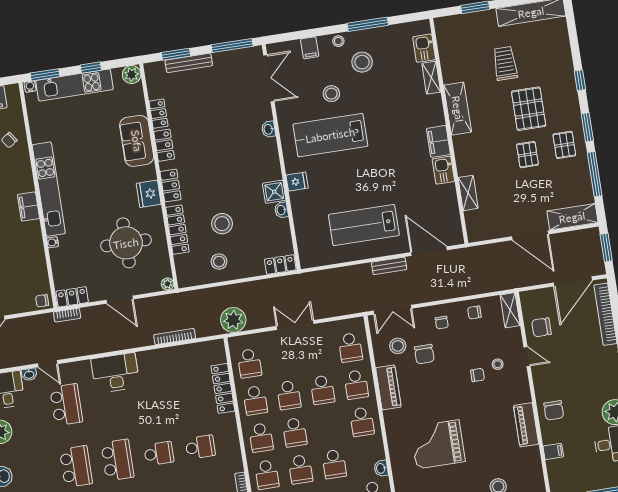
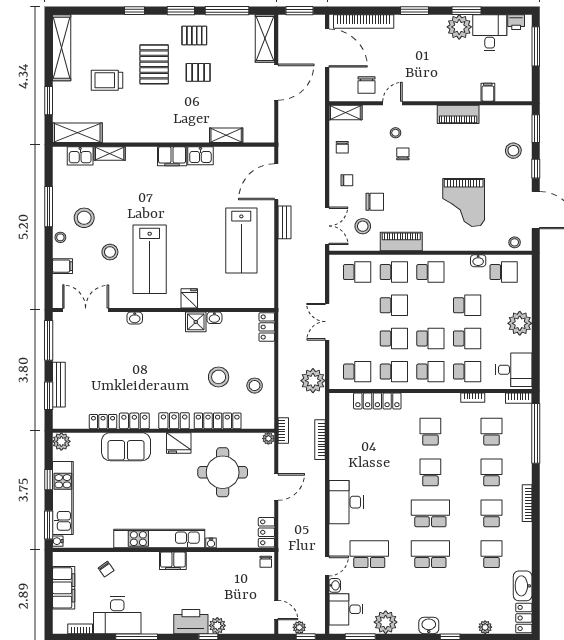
shelving: (458, 109) -> (77, 133), moved
pallet: (529, 109) -> (154, 64), turned 90
bookcase: (67, 315) -> (283, 431), moved
chair: (554, 410) -> (448, 86), removed

